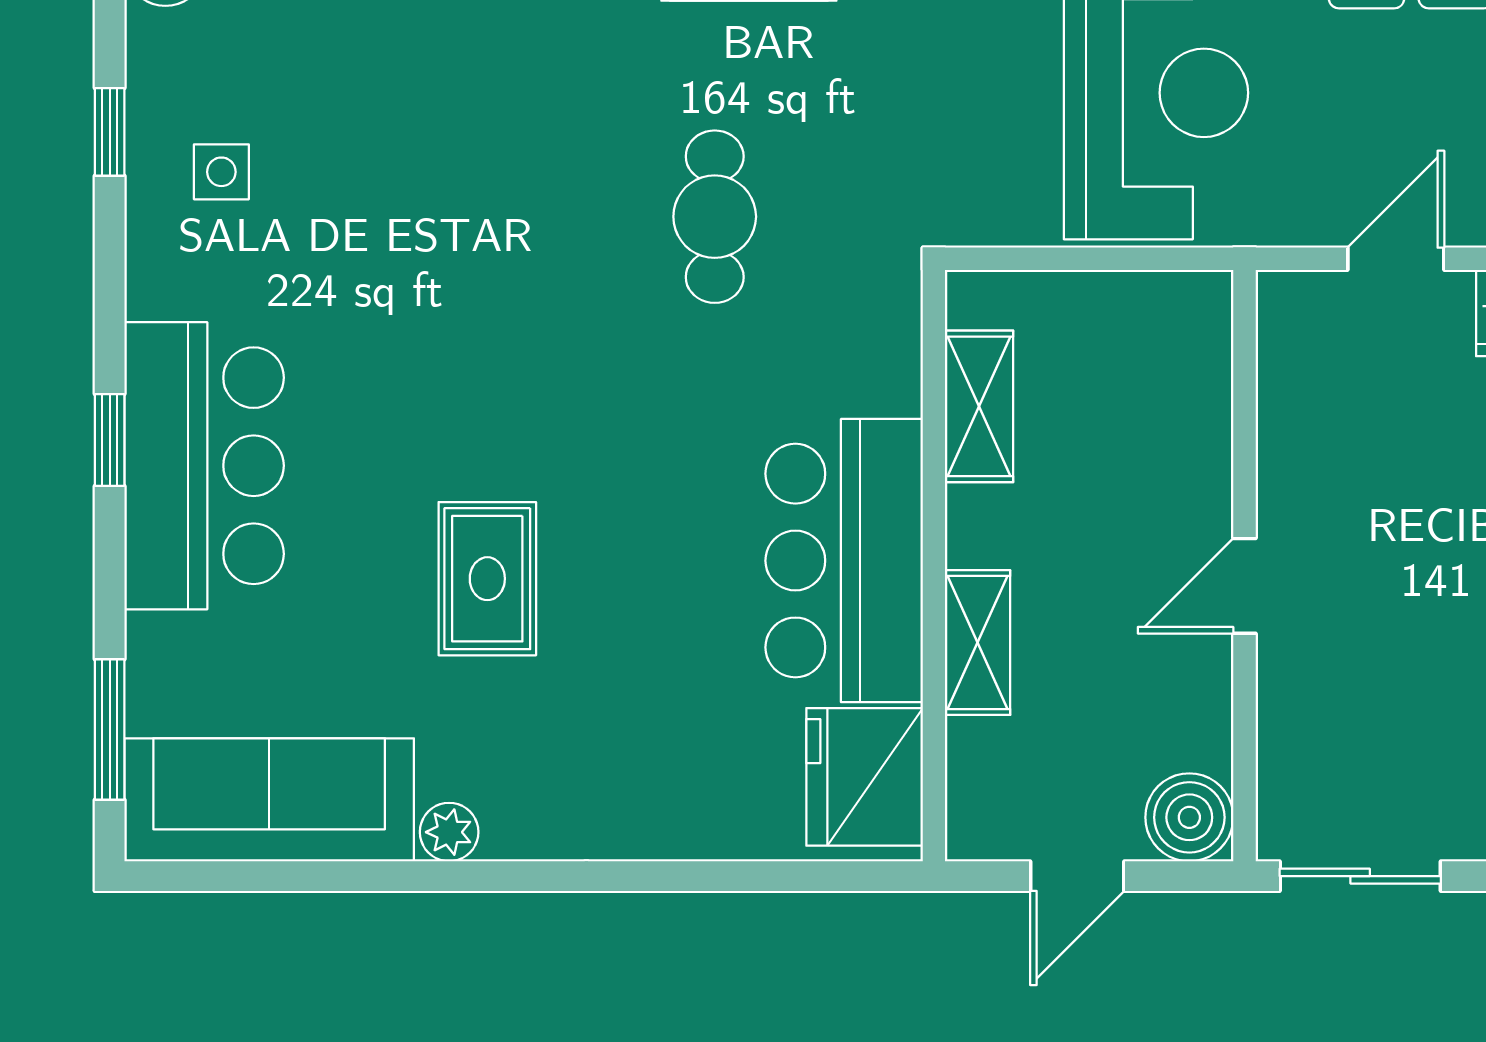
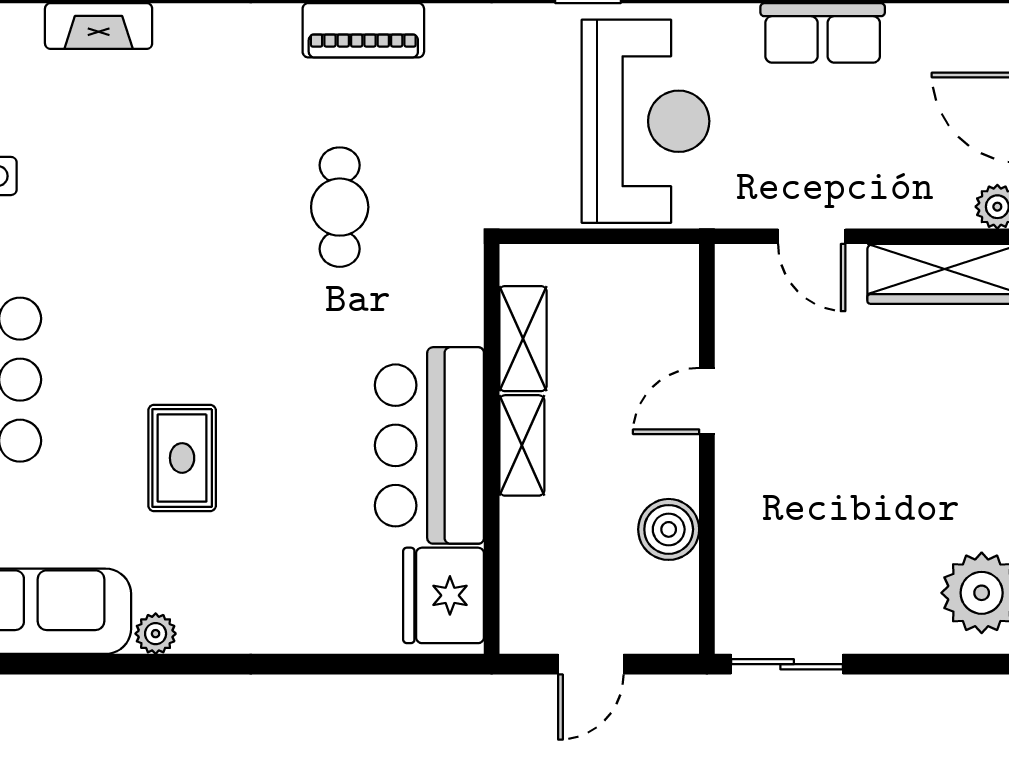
door: (1396, 259) -> (812, 236), swing flipped
door: (1244, 586) -> (707, 401), moved
shelving: (978, 643) -> (522, 445), moved
boiler: (1189, 817) -> (669, 529), moved

